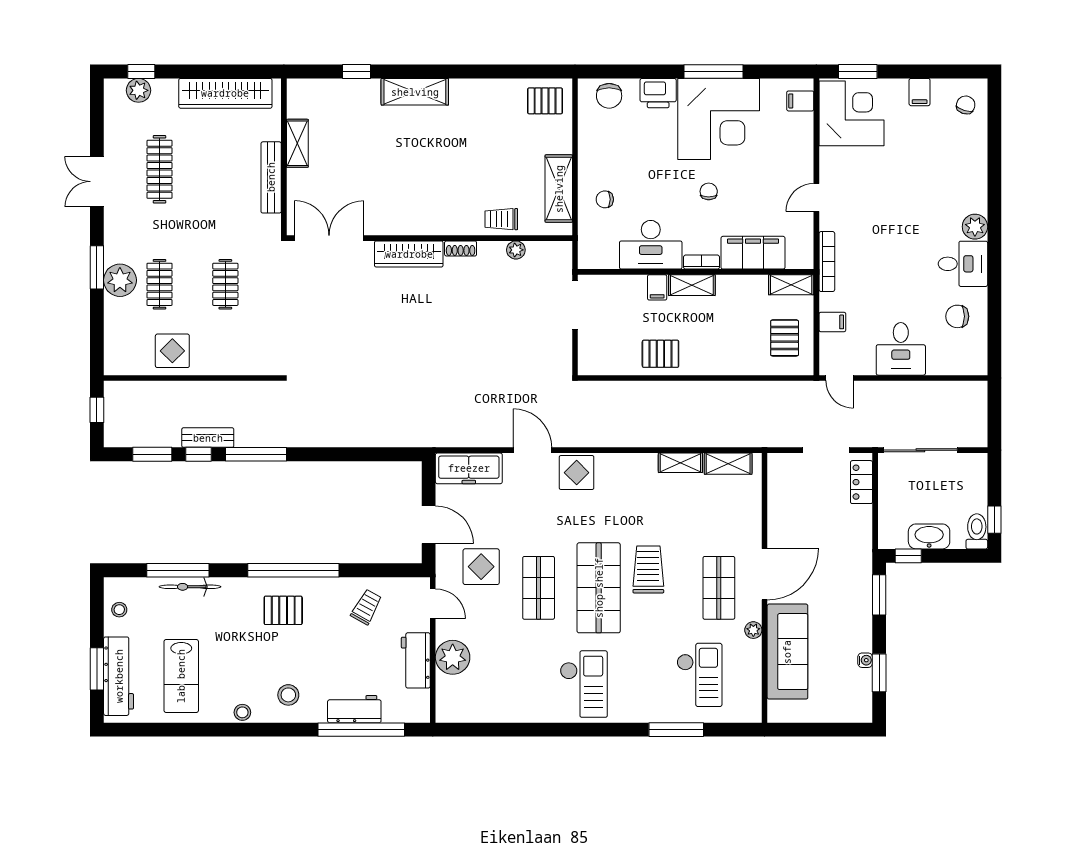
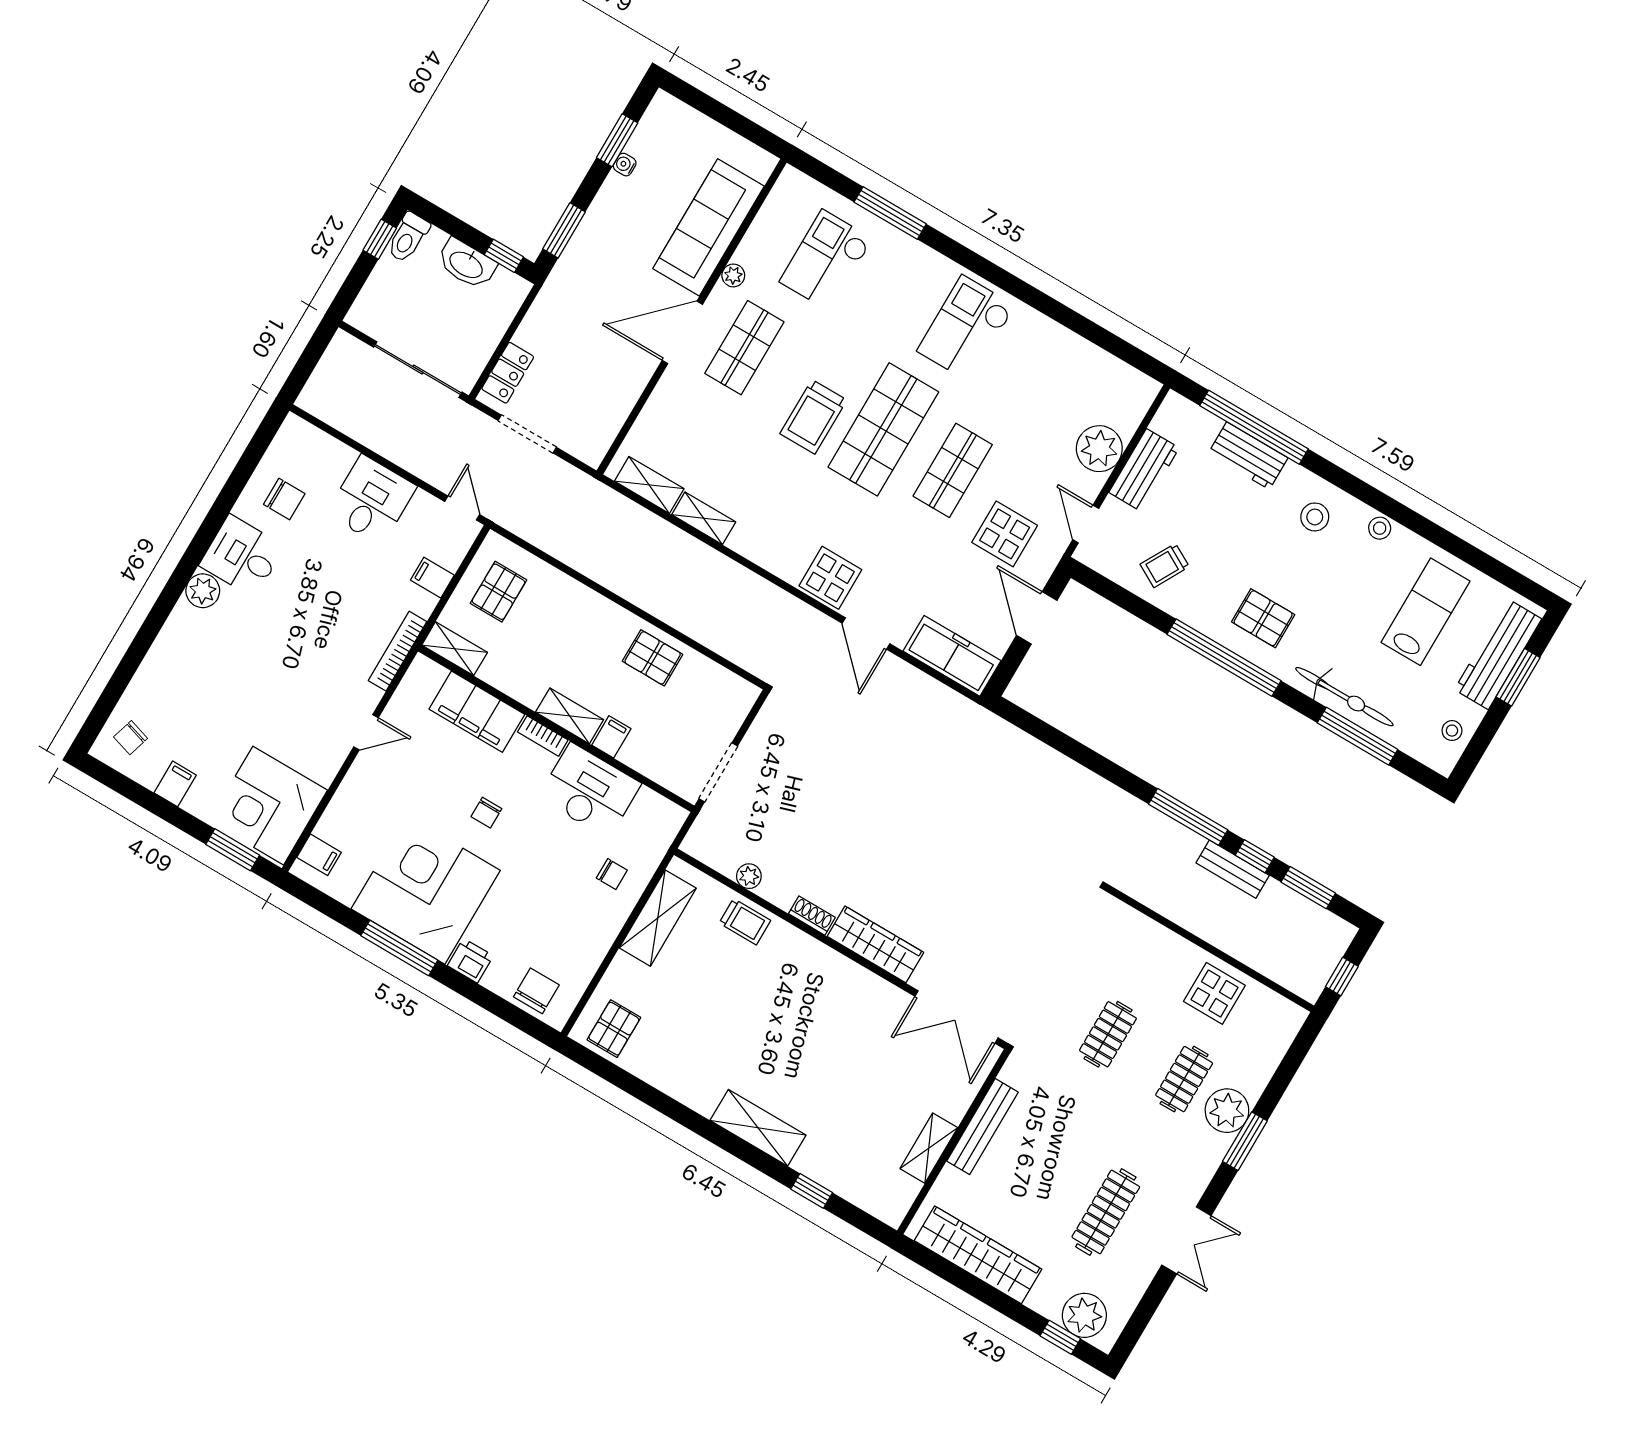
plant: (139, 90) -> (1084, 1315), width x1.36, depth x1.36
printer: (658, 93) -> (470, 961), width x0.73, depth x0.81
pallet: (545, 101) -> (614, 1029), turned 90
bicycle: (190, 587) -> (1344, 697), width x1.37, depth x1.40

